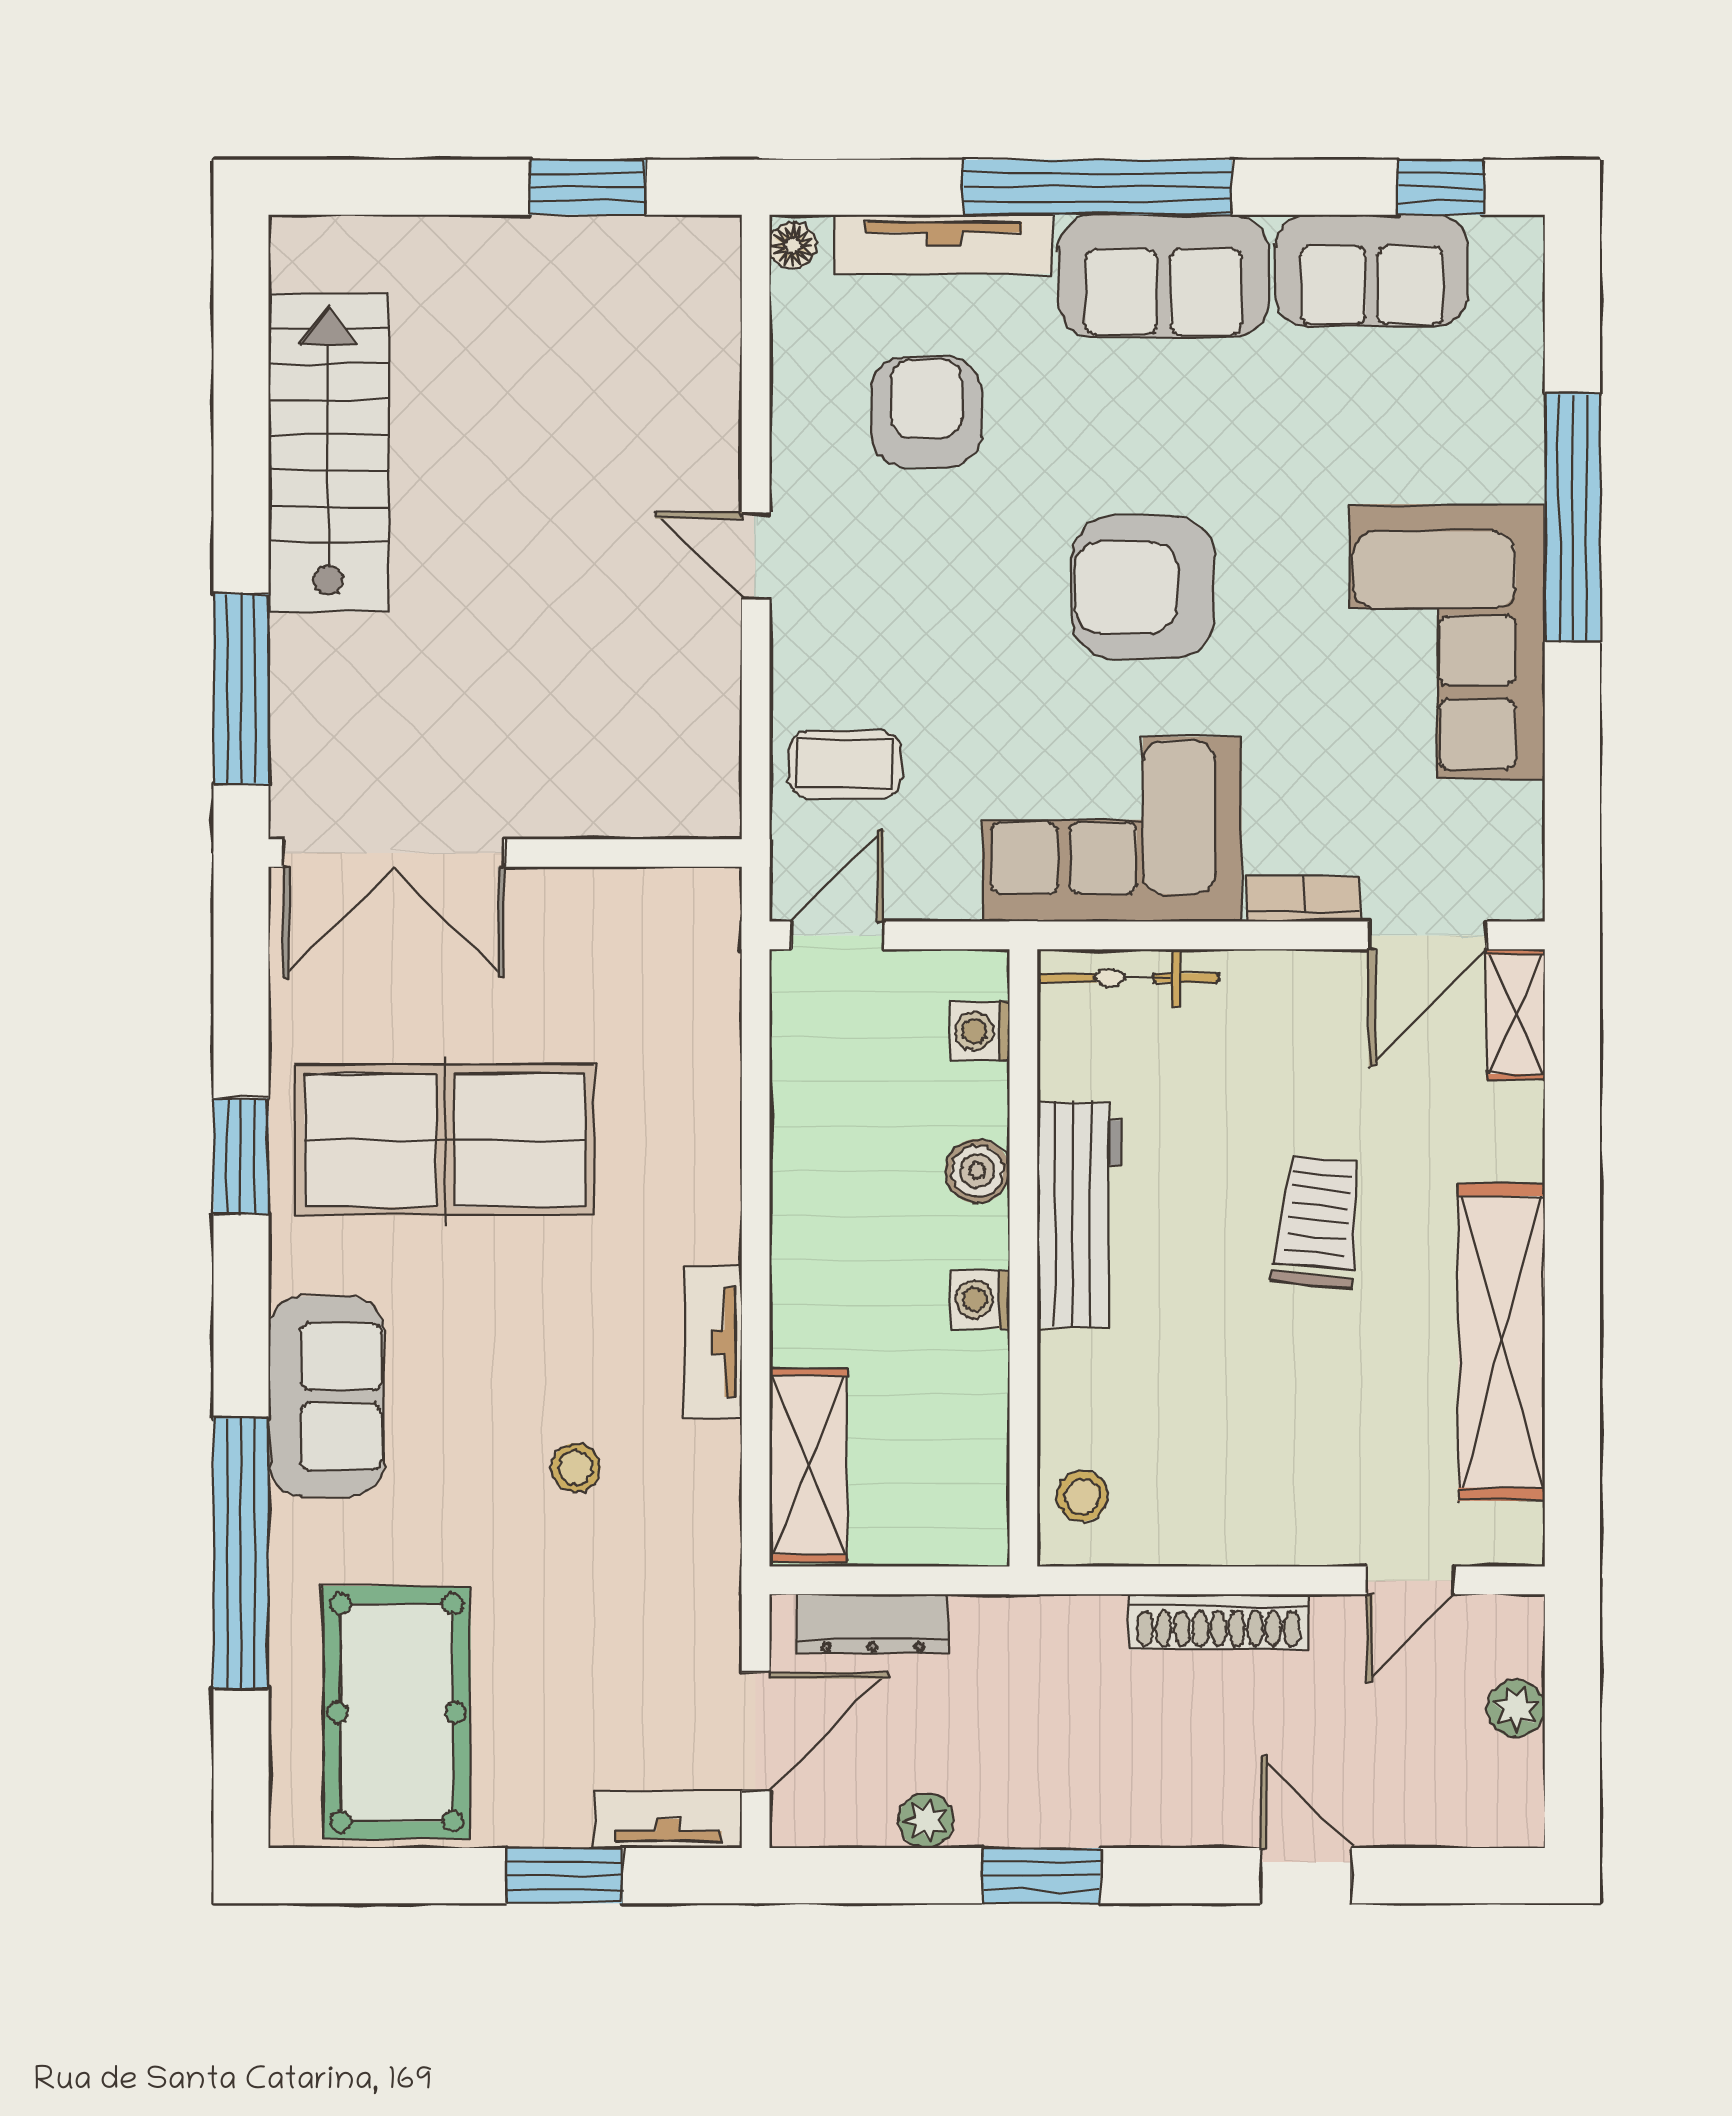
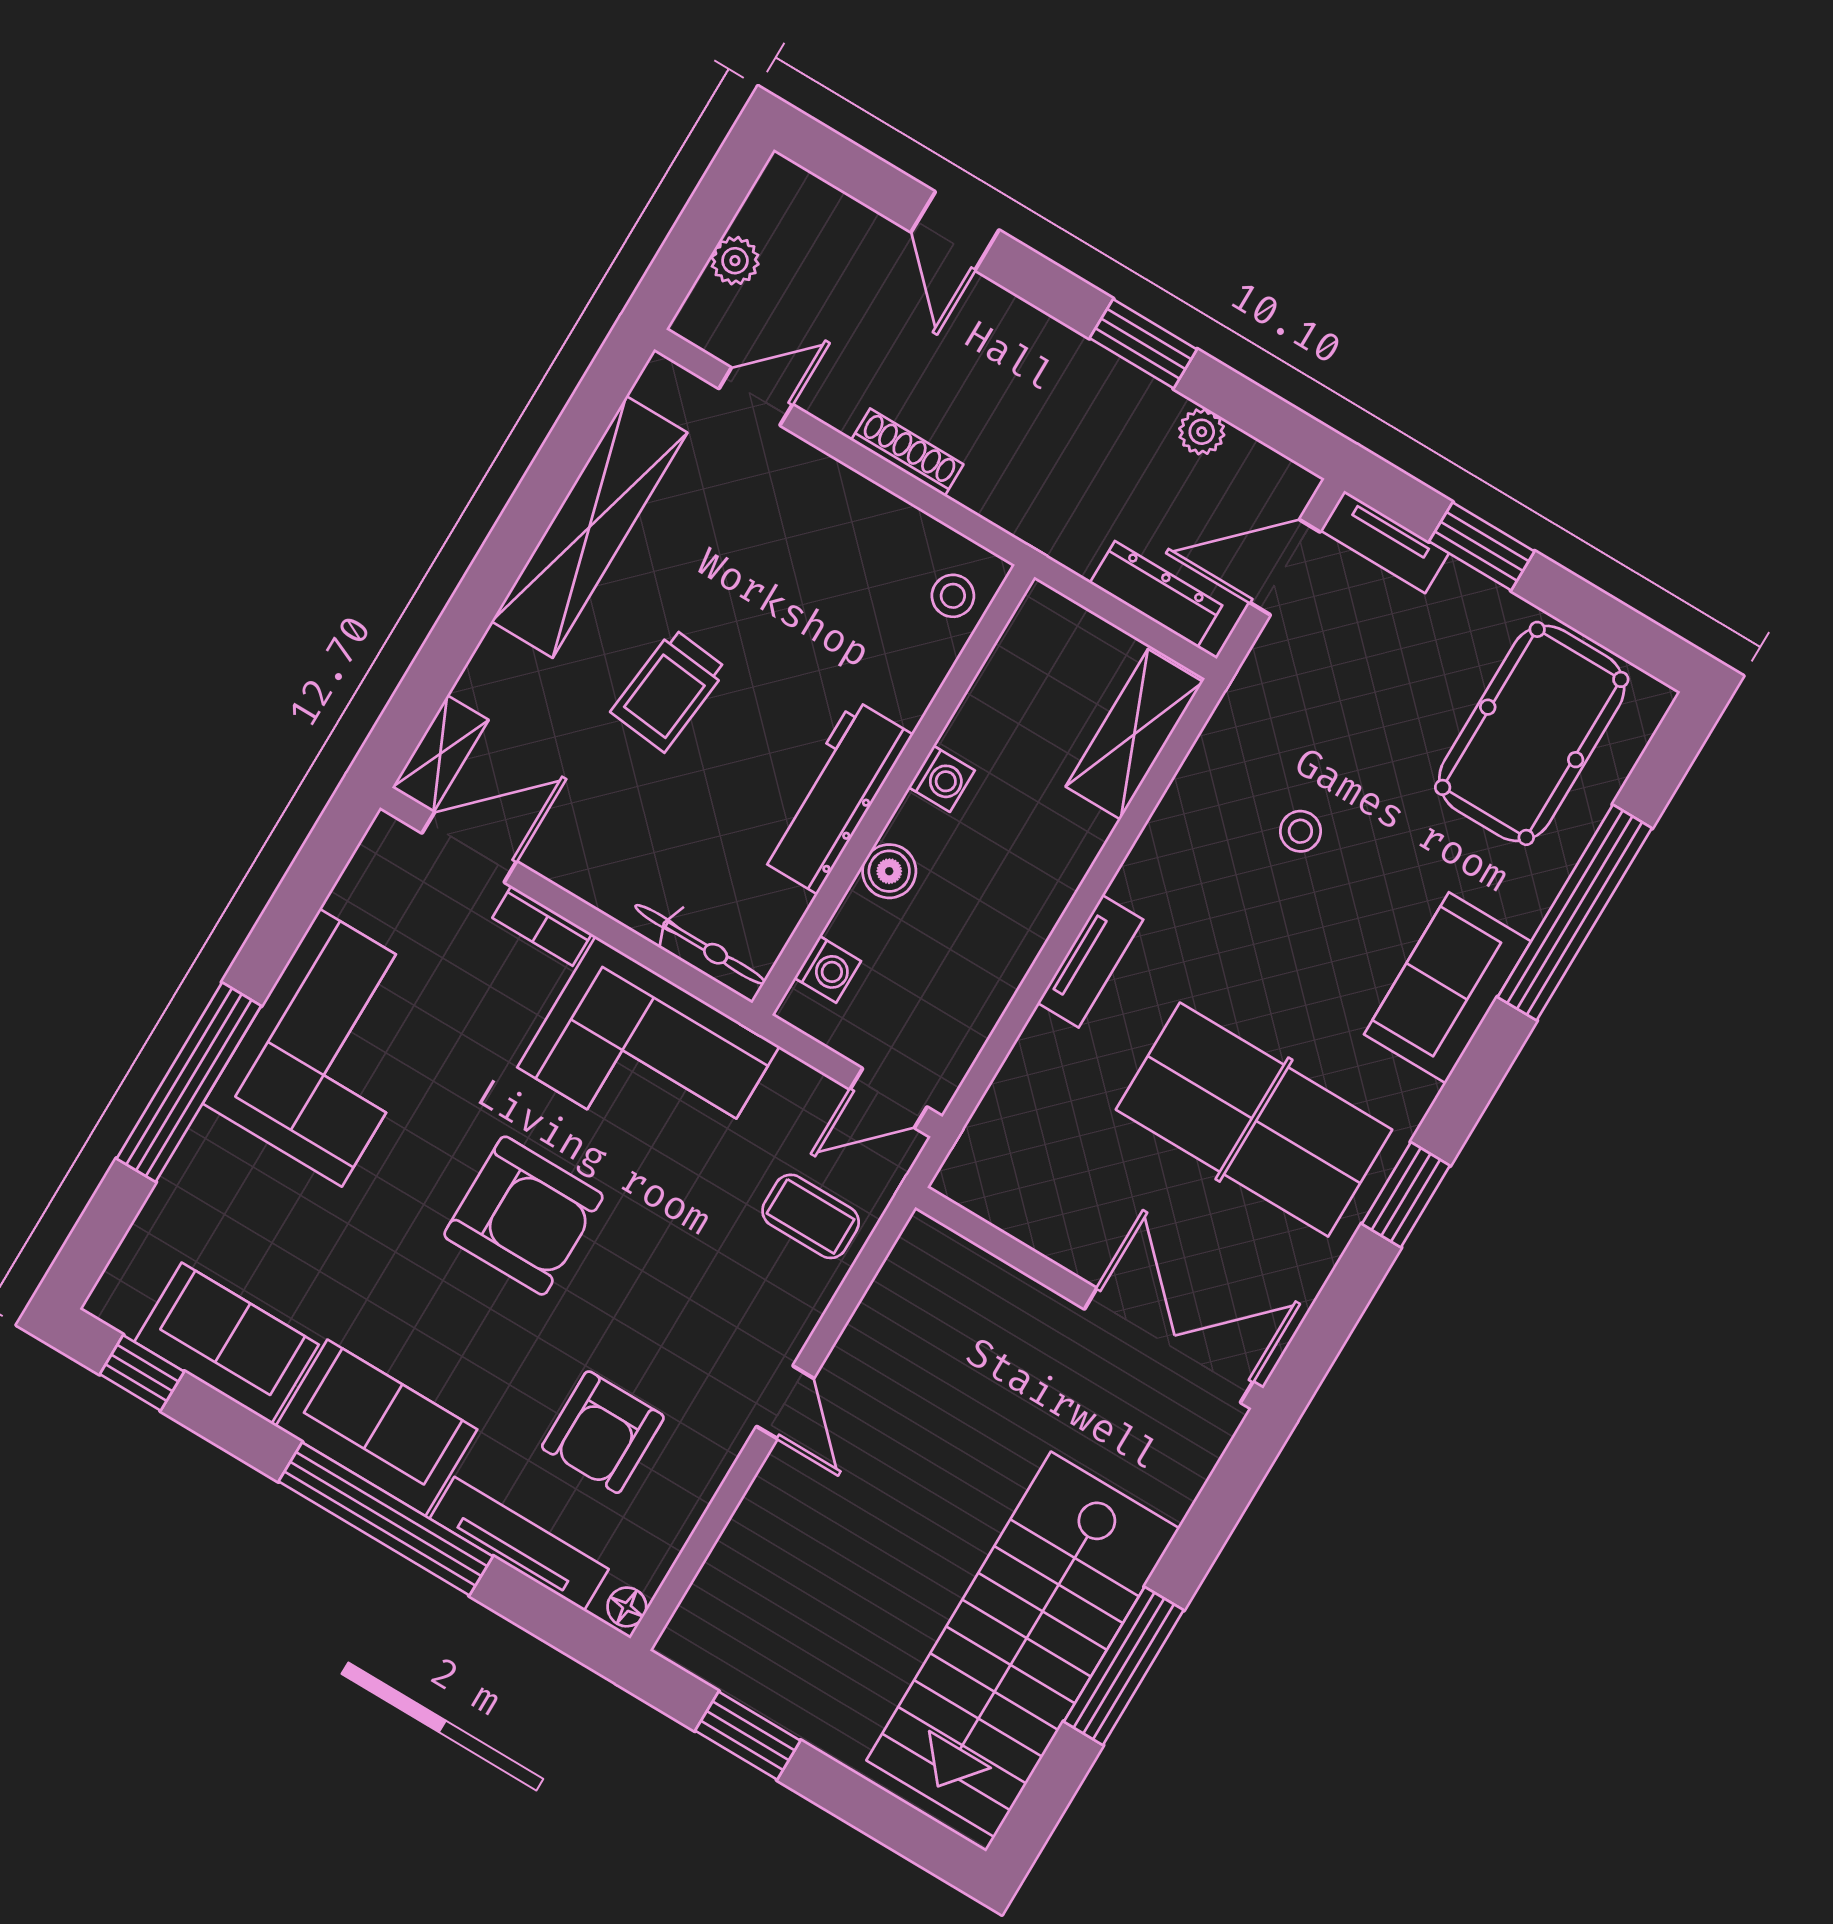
stairs: (329, 452) -> (1023, 1644), width x1.36, depth x1.51
window: (241, 689) -> (1124, 1666), moved
tv unit: (713, 1342) -> (1090, 961), moved
shoe rack: (1219, 1622) -> (907, 452), width x0.74, depth x0.81

